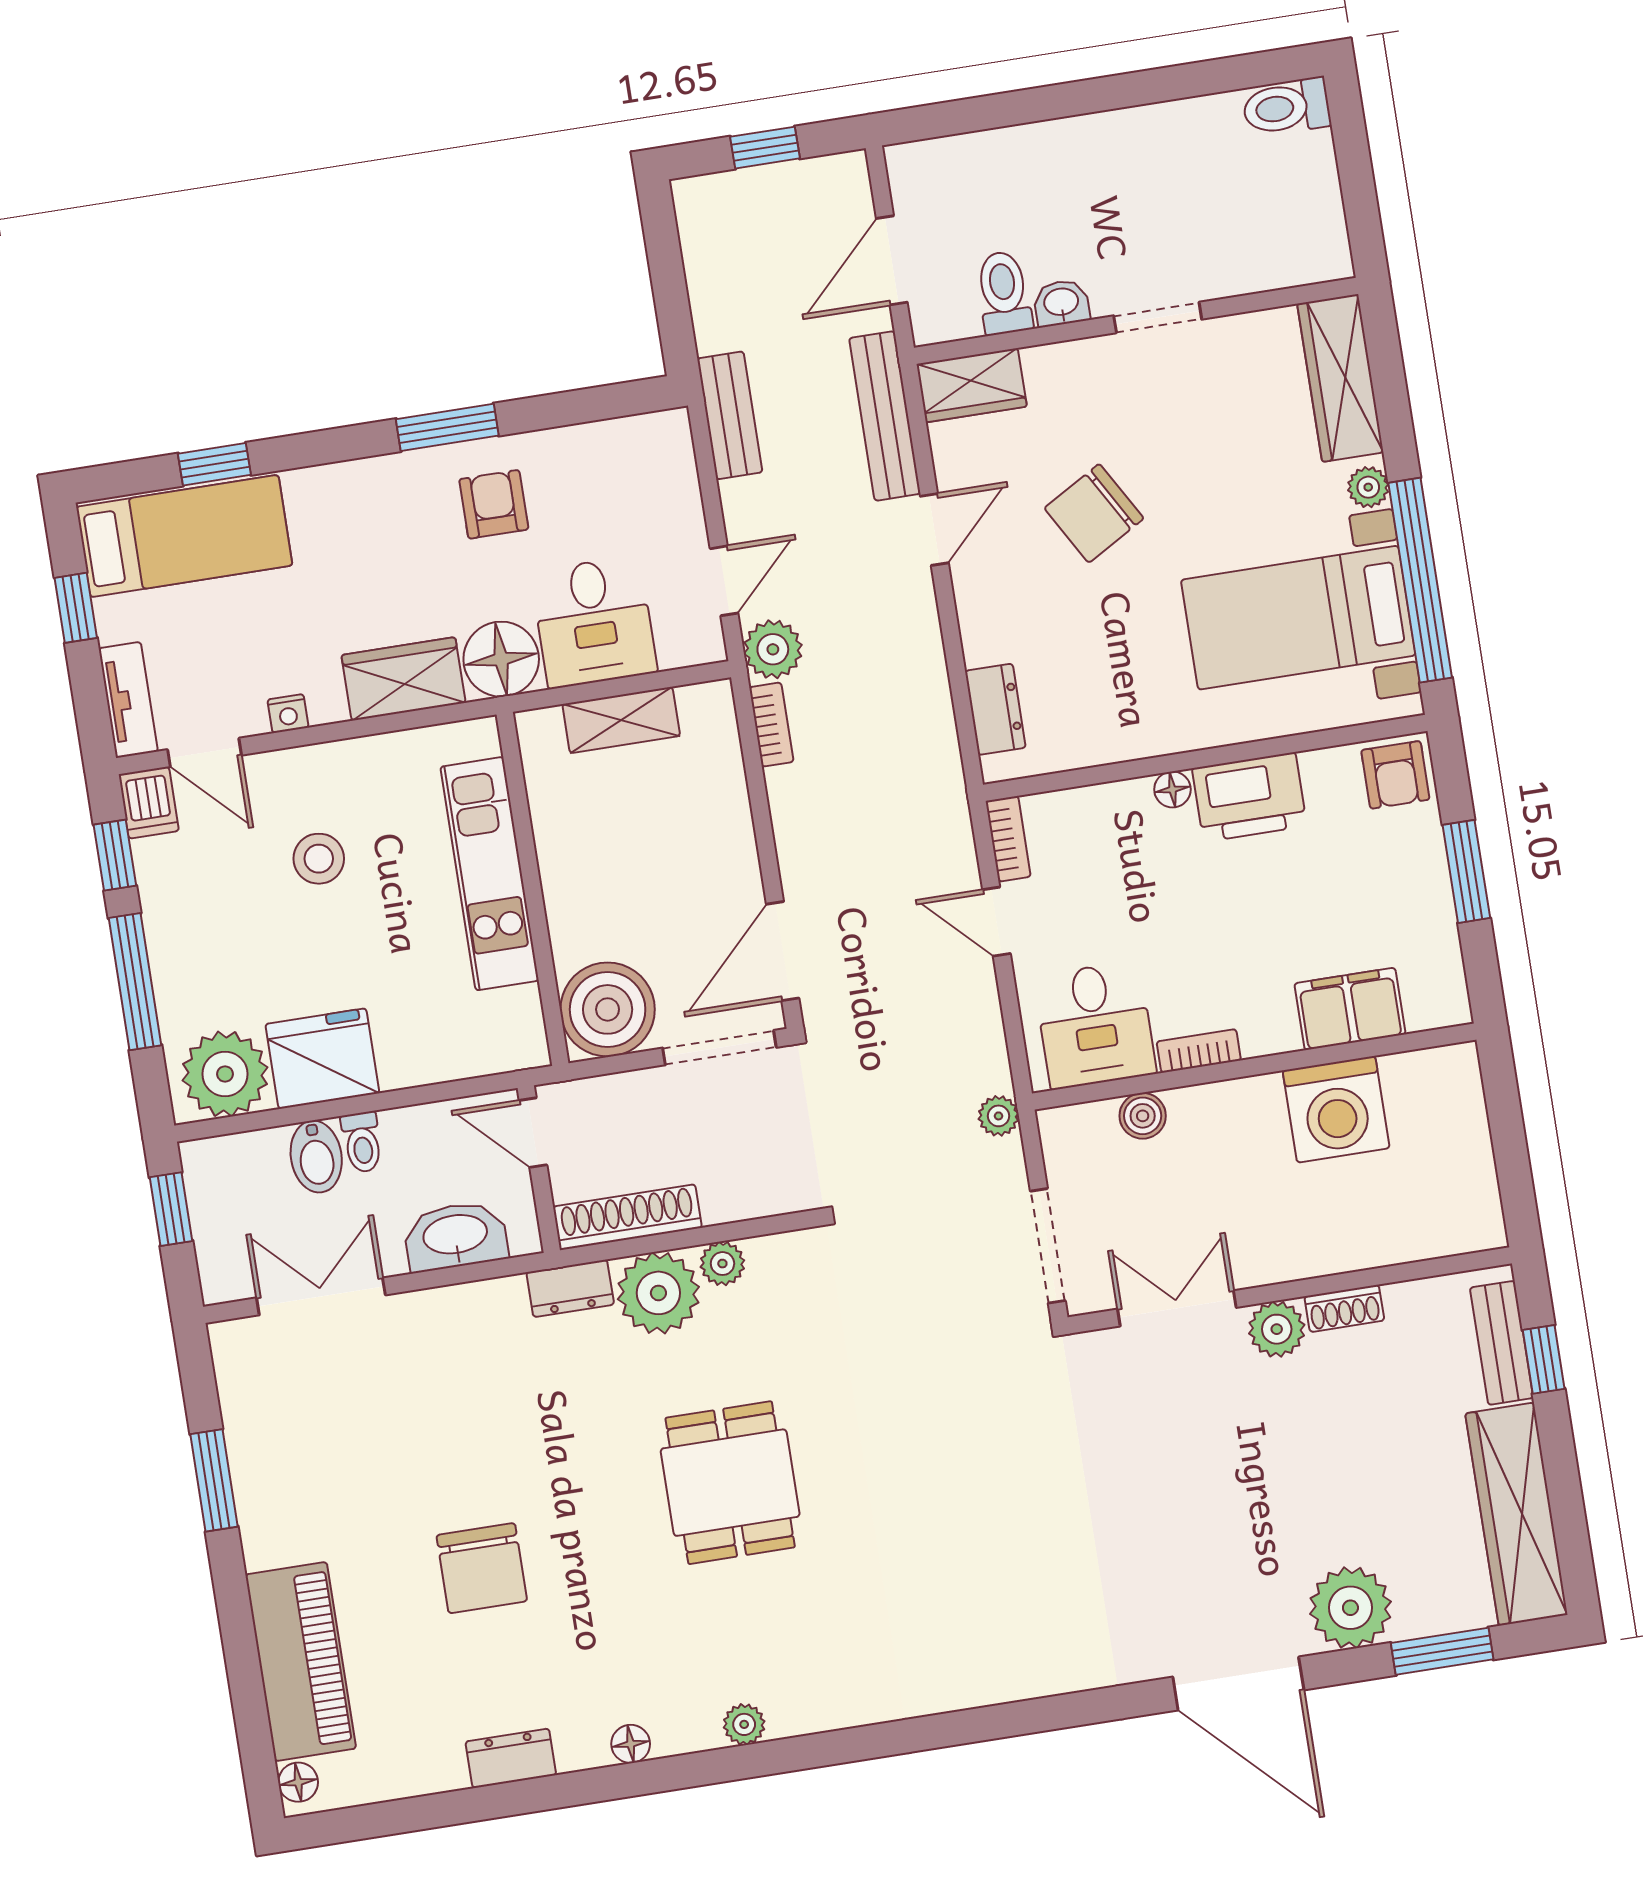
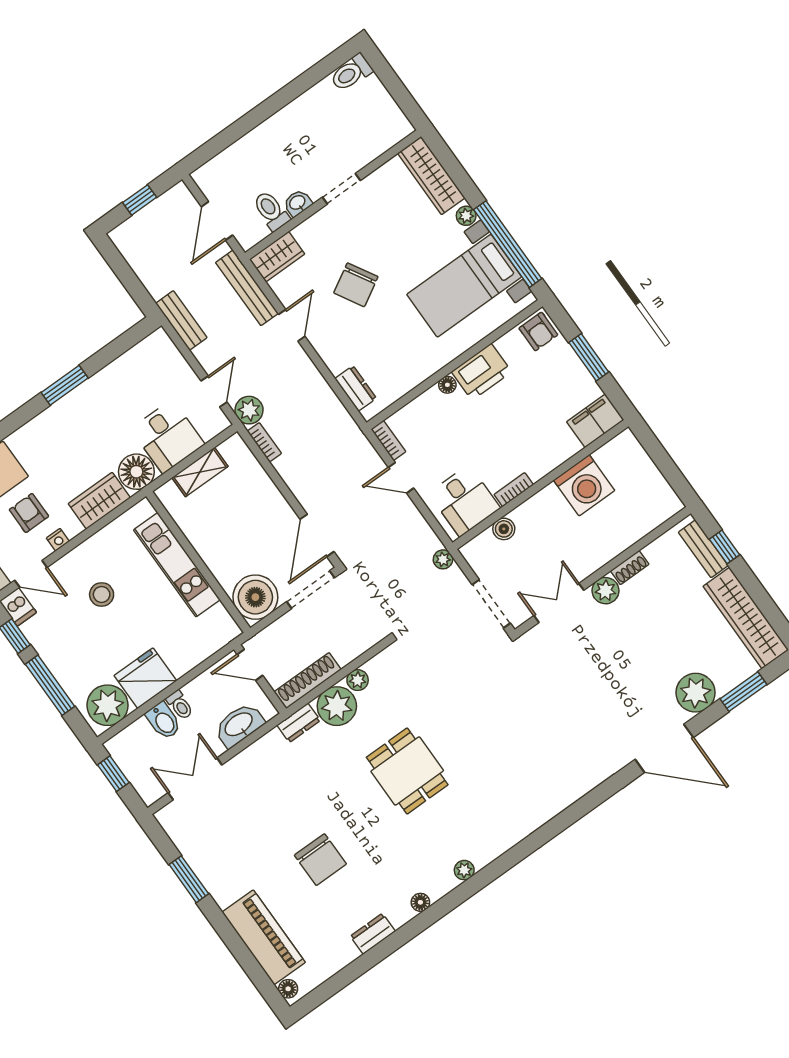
armchair: (494, 504) -> (29, 513), moved
filing cabinet: (1350, 1009) -> (595, 421), moved

